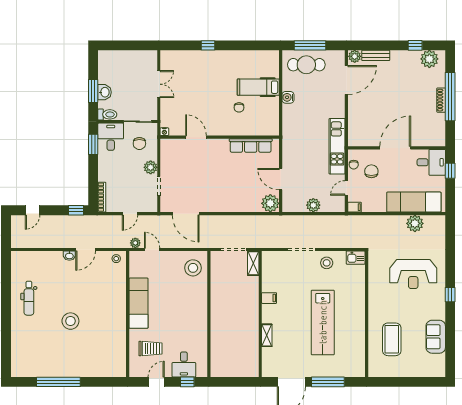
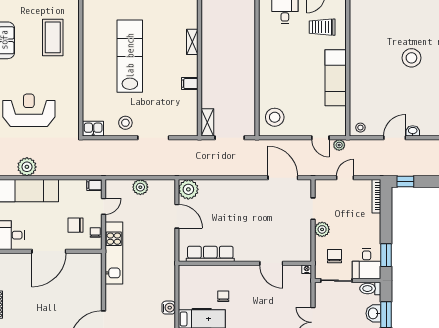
chair: (371, 171) -> (75, 225), turned 90

